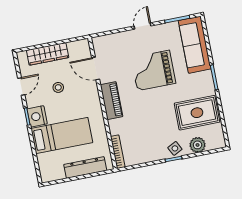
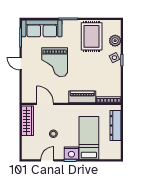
wardrobe: (48, 54) -> (28, 121), moved
door: (96, 69) -> (45, 104), swing flipped
door: (21, 86) -> (47, 160), hinge flipped
piano: (111, 101) -> (82, 97), moved

